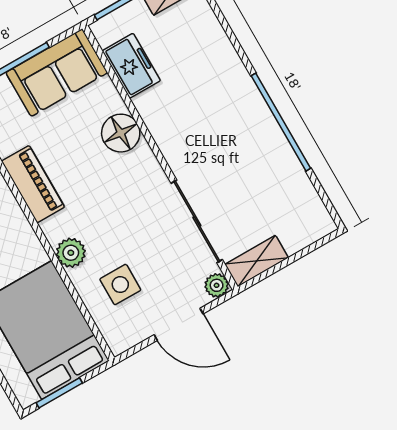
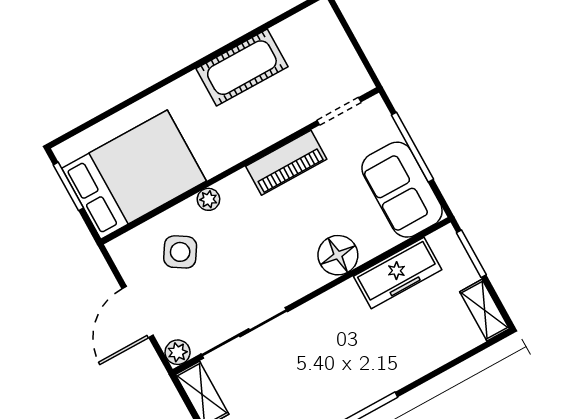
freezer: (131, 66) -> (398, 273), width x1.40
plant: (71, 253) -> (208, 199), width x0.73, depth x0.73
side table: (120, 285) -> (180, 252), turned 32

